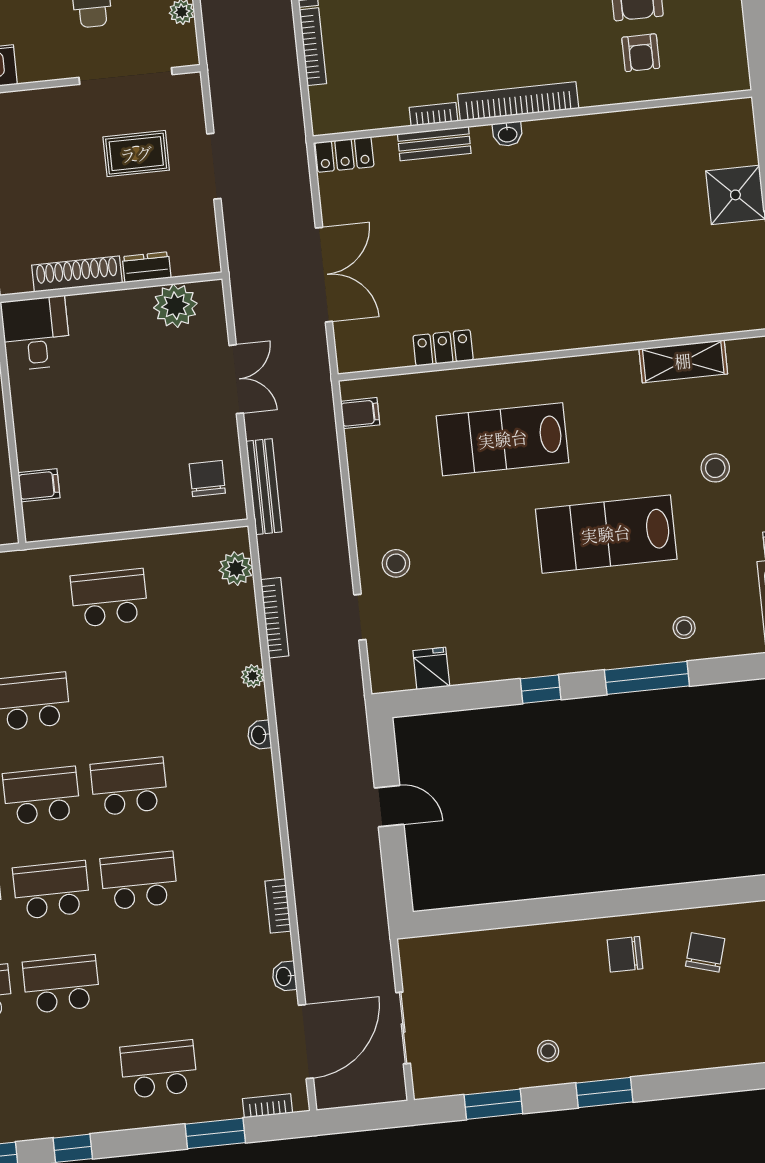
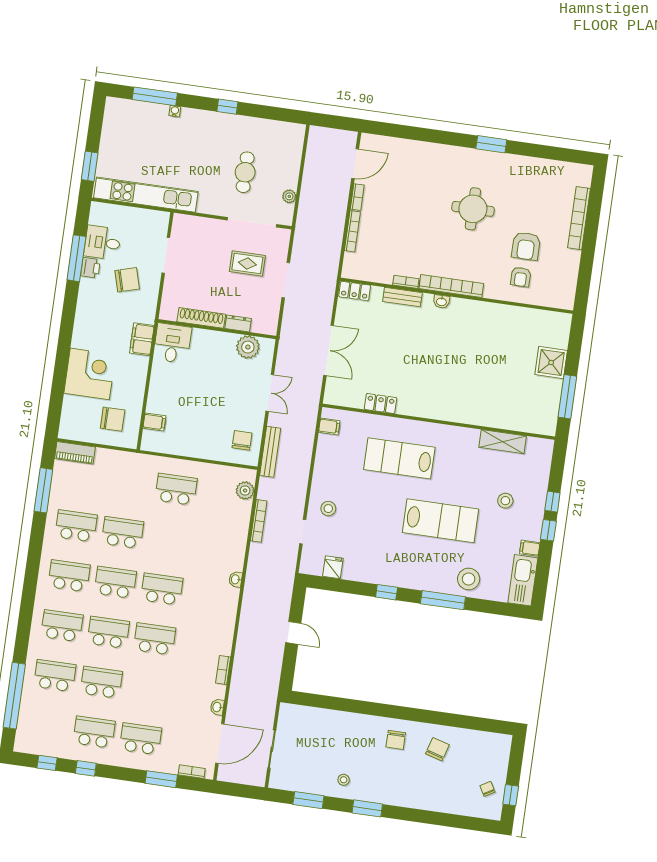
lab bench: (606, 534) -> (441, 521), turned 180
stool: (684, 628) -> (469, 579), width x1.89, depth x1.89
plant: (253, 676) -> (240, 548), removed
chair: (625, 954) -> (396, 740), turned -90
school desk: (71, 1078) -> (94, 732), added

